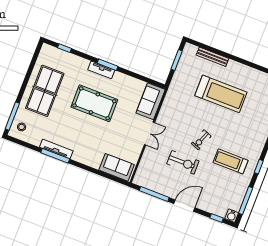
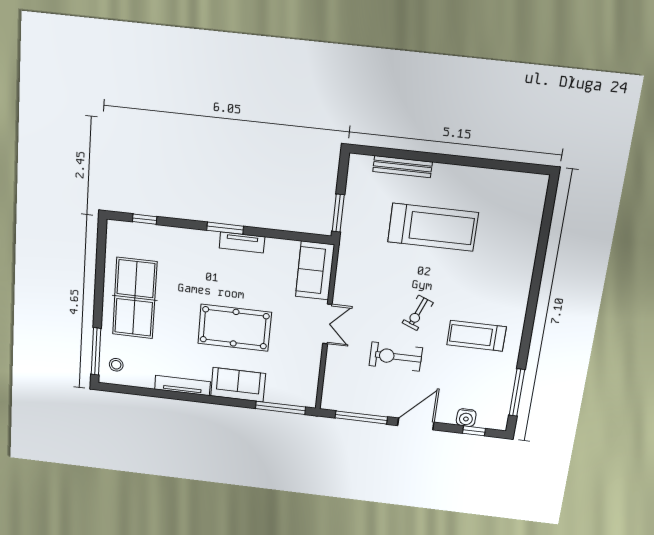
window: (177, 60) -> (338, 213), moved
tv unit: (101, 70) -> (242, 242), moved
pool table: (94, 103) -> (235, 328), moved
window: (55, 156) -> (281, 408), moved
exercise bike: (183, 162) -> (396, 357), turned 180
sofa: (117, 167) -> (238, 385), moved
window: (259, 167) -> (527, 333), removed
water cooler: (232, 216) -> (466, 418), moved

